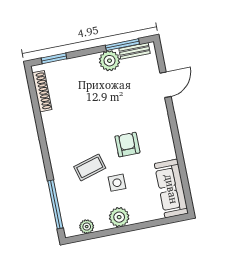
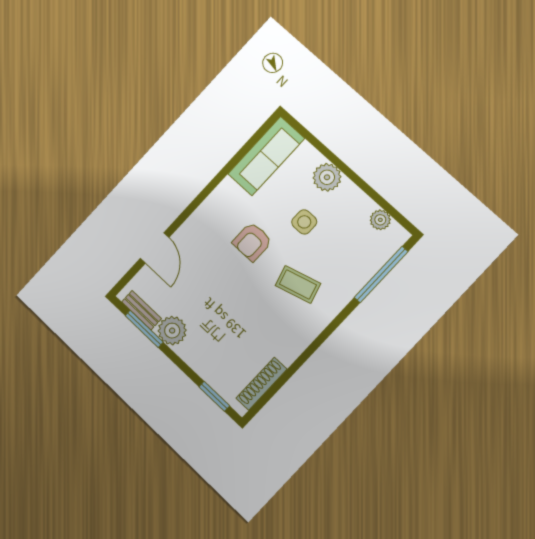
door: (165, 85) -> (155, 248), swing flipped
coffee table: (90, 167) -> (298, 285), moved
plant: (119, 217) -> (327, 177), moved

